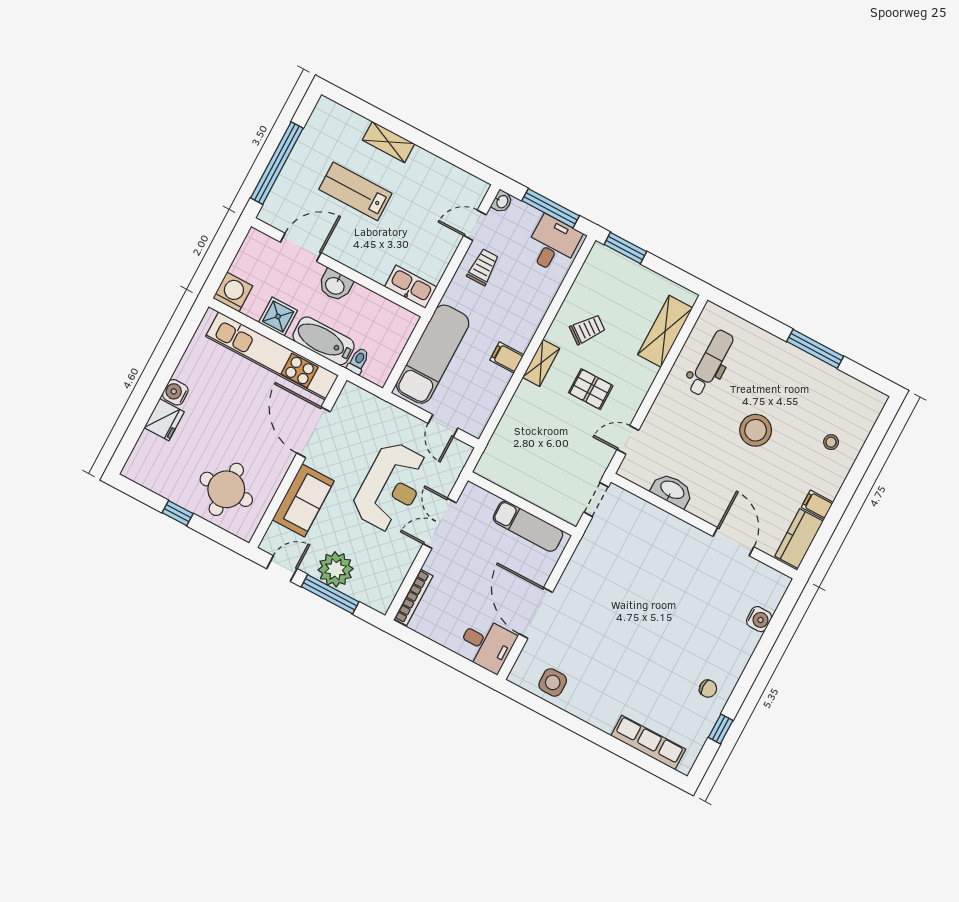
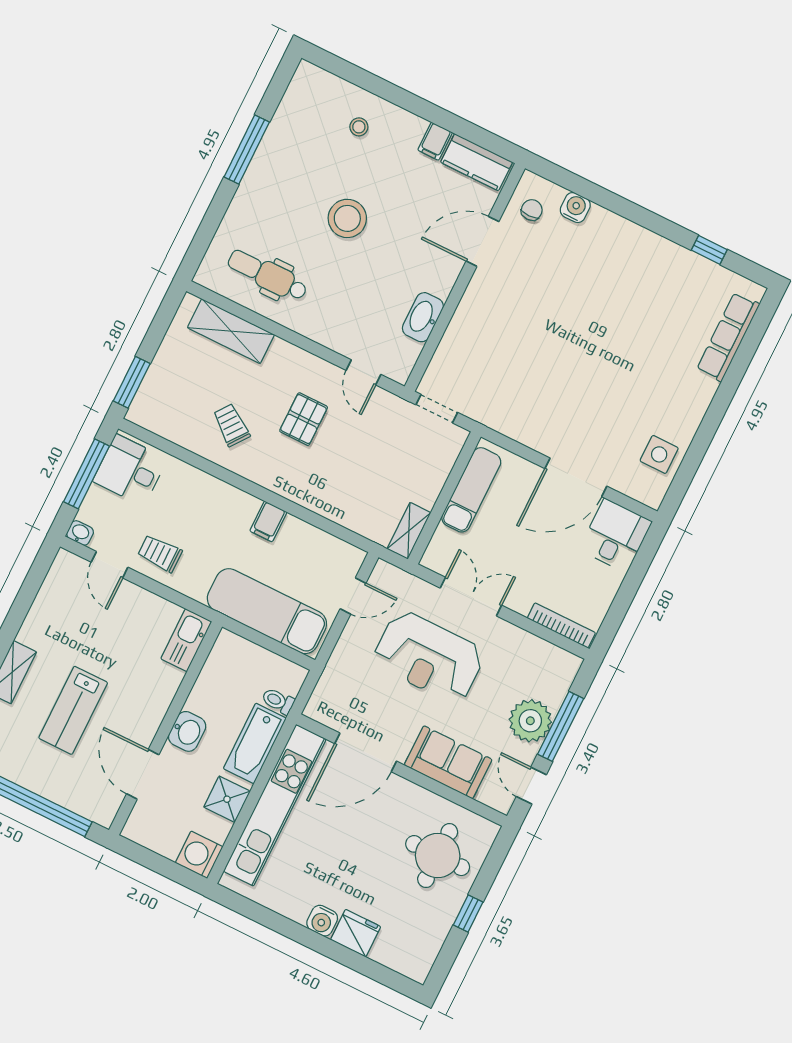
shelving: (541, 363) -> (409, 531), moved, turned 90
reception desk: (391, 487) -> (429, 657), turned 180
double door: (440, 523) -> (471, 597), swing flipped
chair: (708, 689) -> (532, 210), moved

